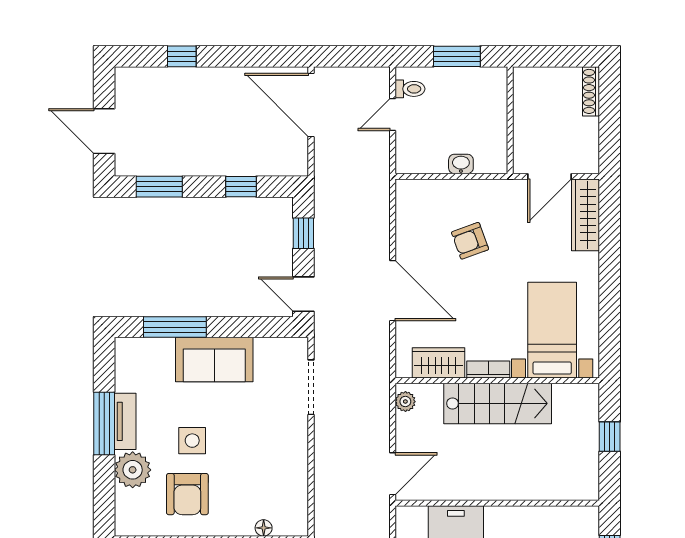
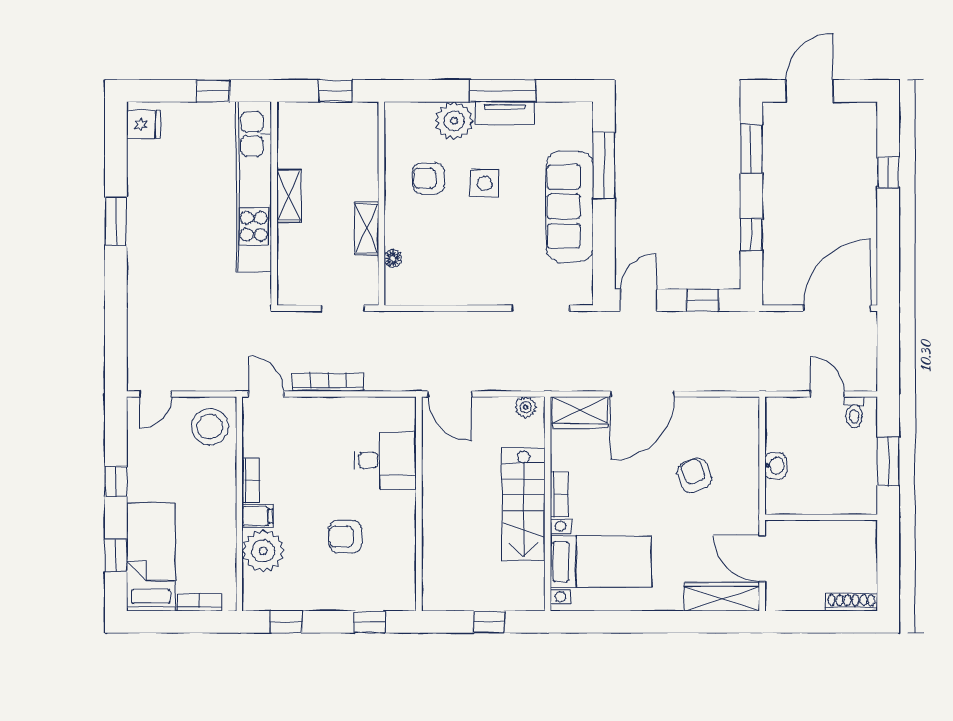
sofa: (214, 360) -> (570, 206), width x1.36
wardrobe: (439, 363) -> (580, 413), moved, turned 90
armchair: (187, 494) -> (428, 178), width x0.72, depth x0.72

